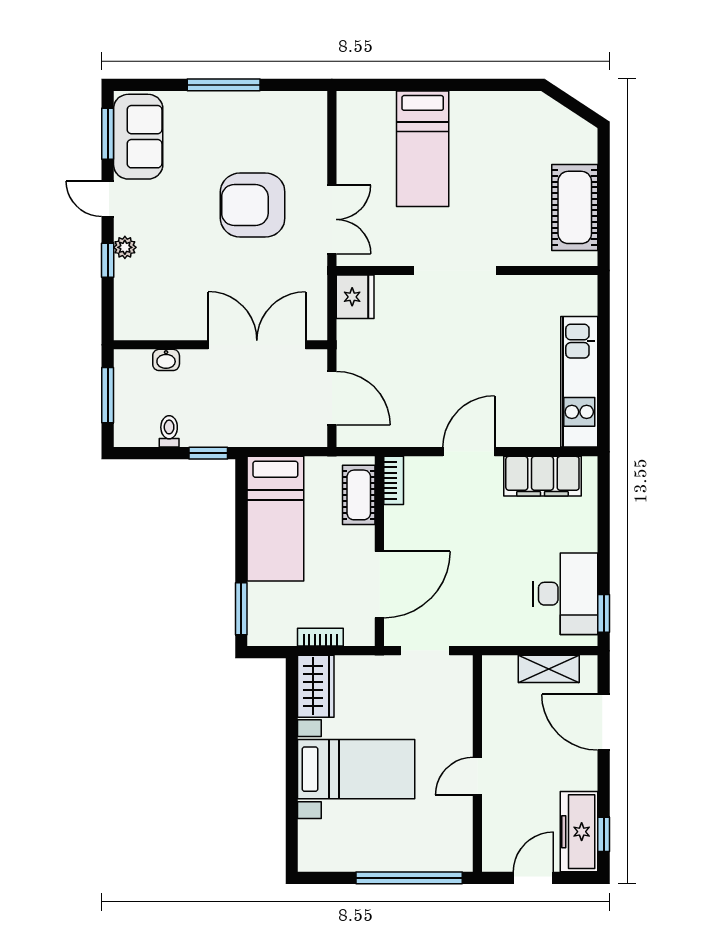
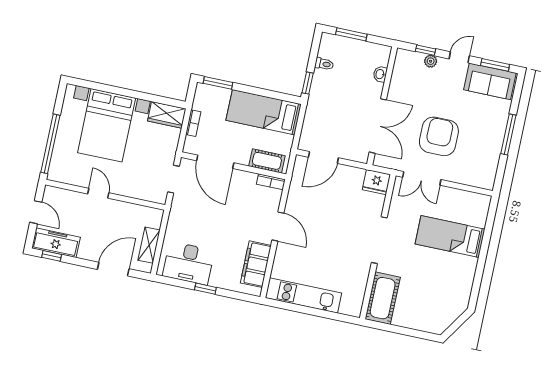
cot: (575, 207) -> (383, 298), moved, turned 90
wall: (221, 345) -> (382, 106), moved
double door: (257, 345) -> (378, 126), moved
washbasin: (166, 360) -> (380, 74), moved
window: (604, 613) -> (205, 289), moved
bed with nightstands: (356, 769) -> (107, 125), width x1.36

